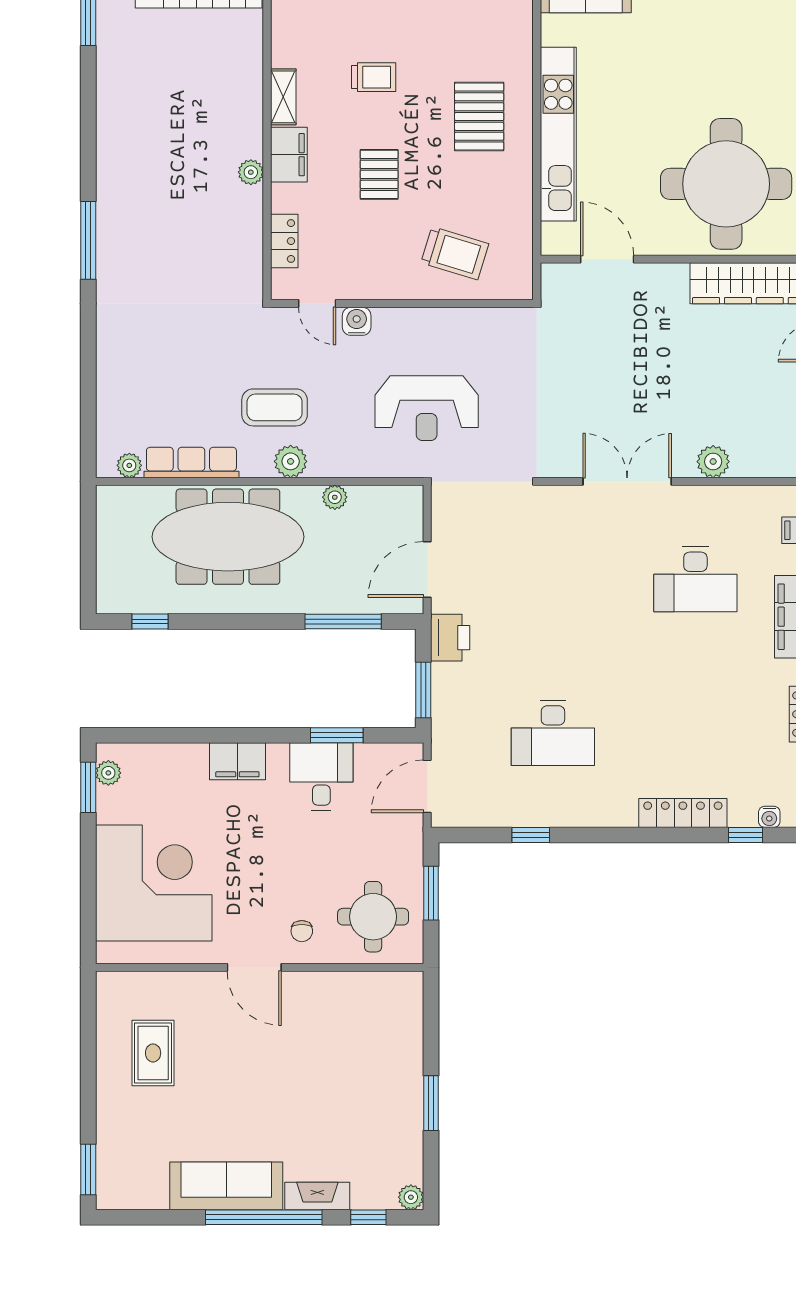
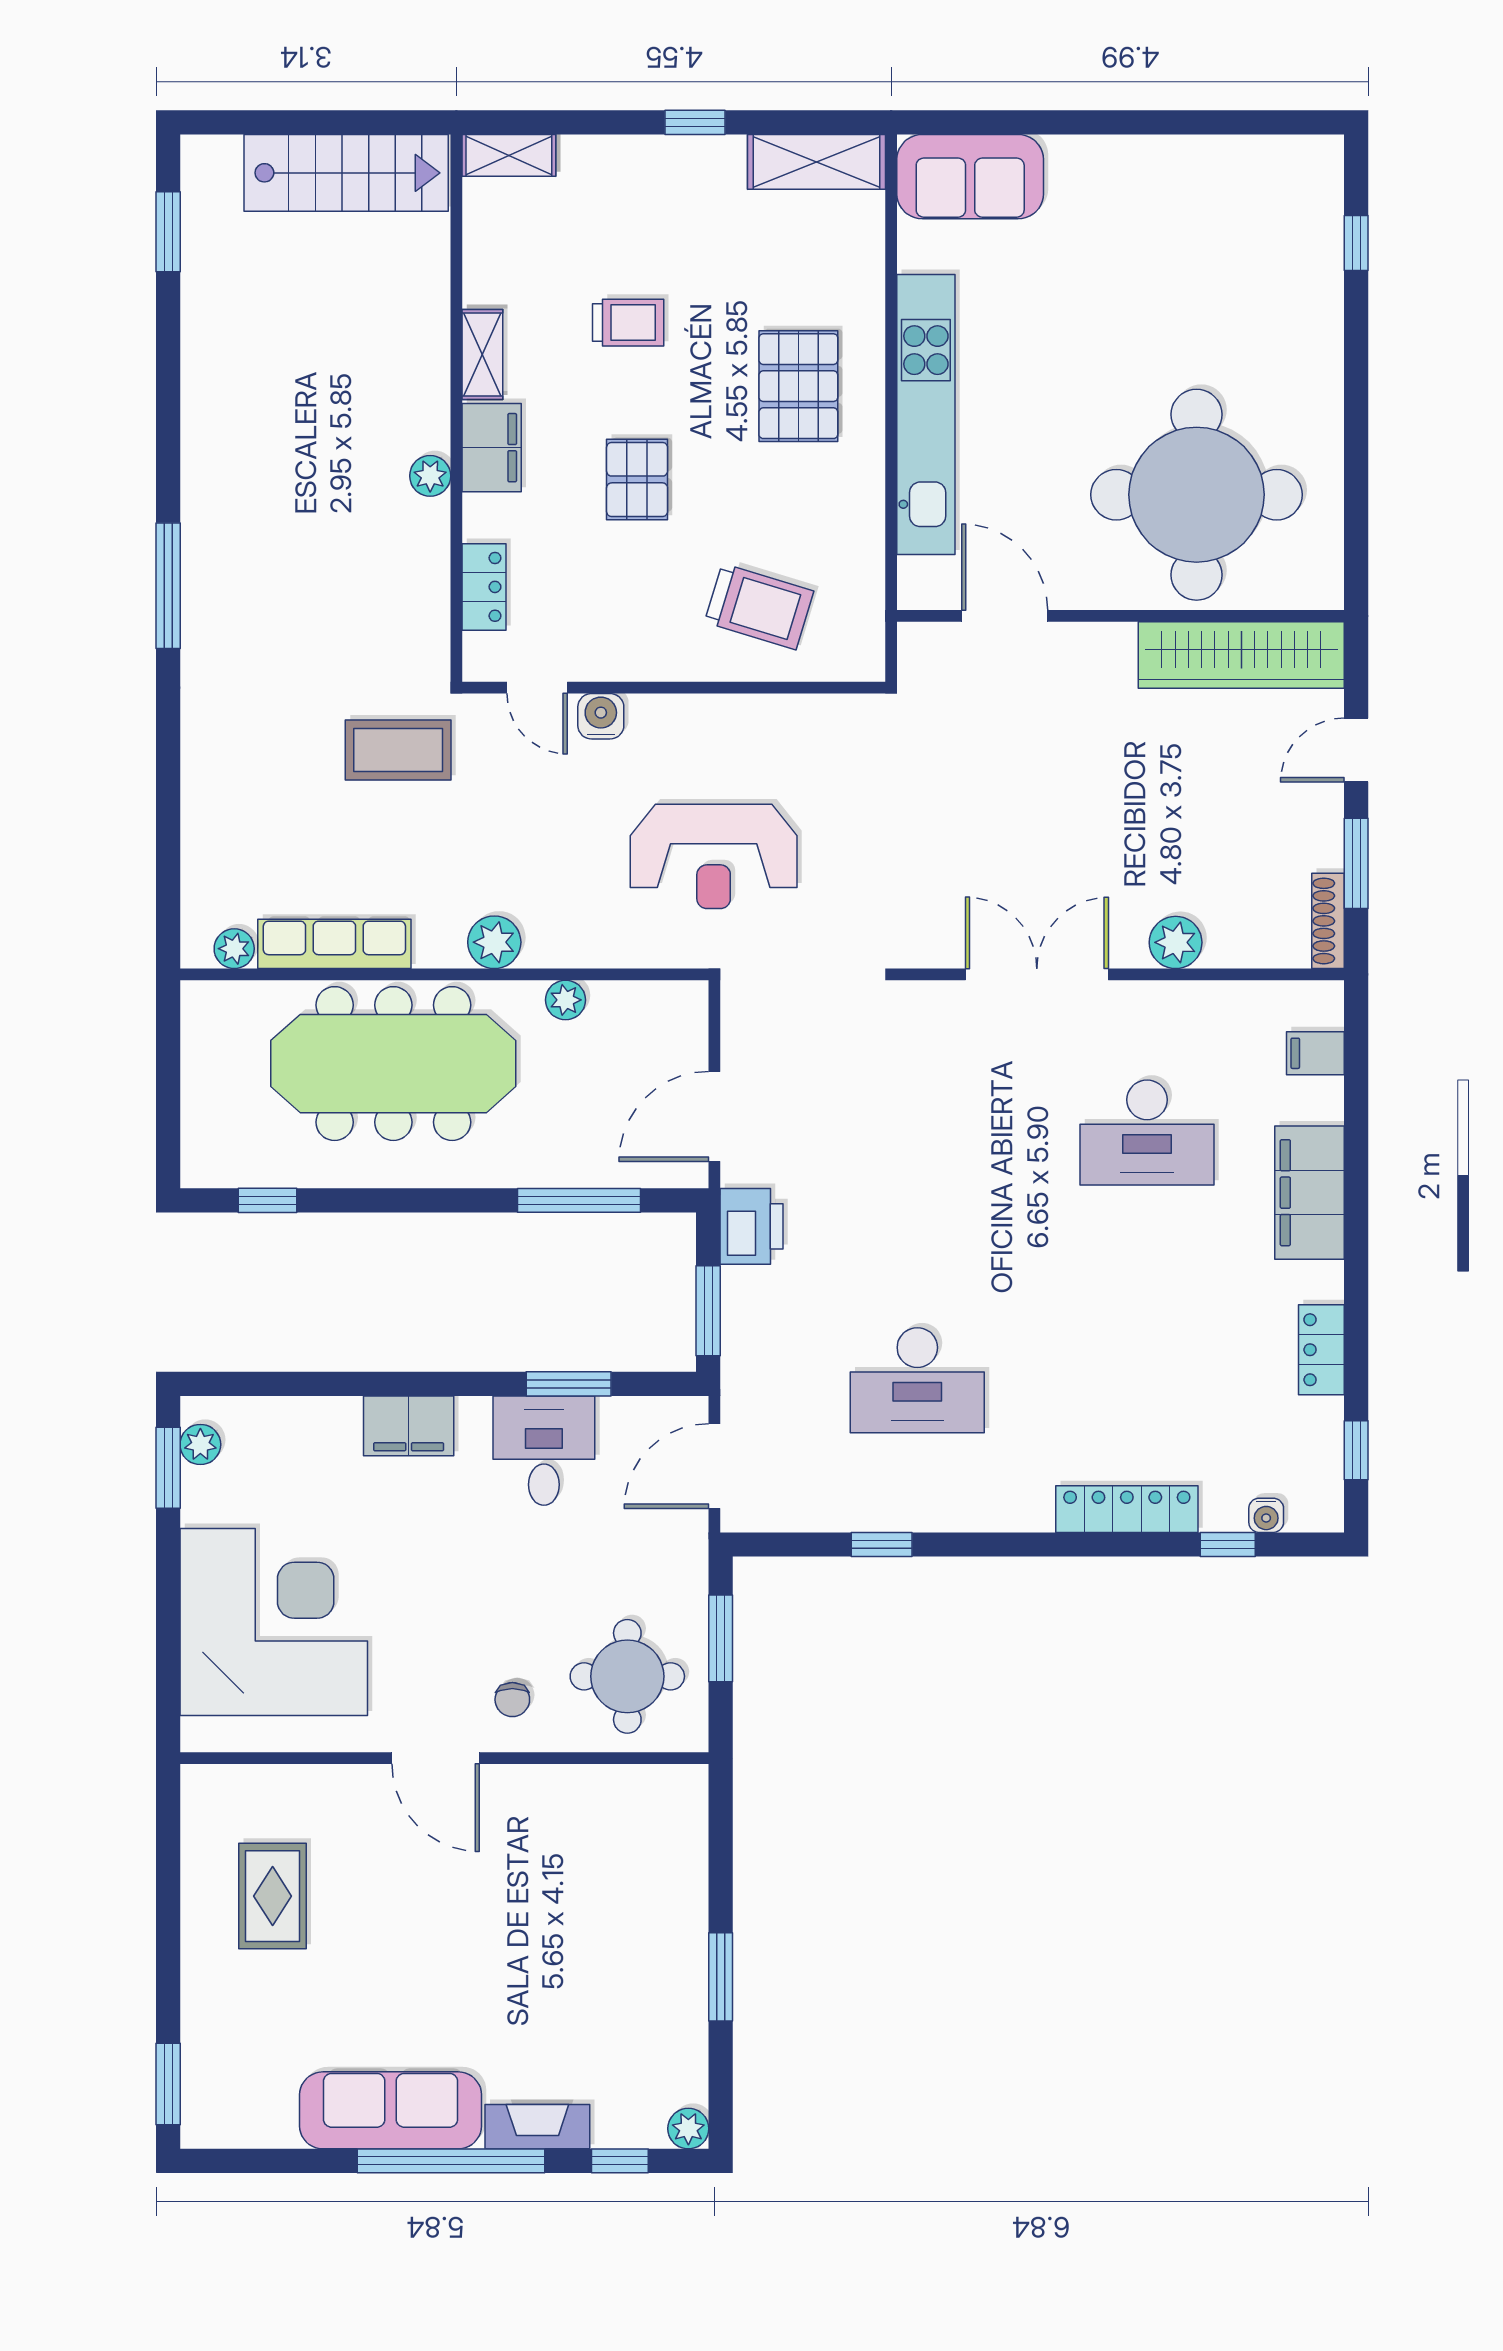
coffee table: (275, 407) -> (398, 750), moved

